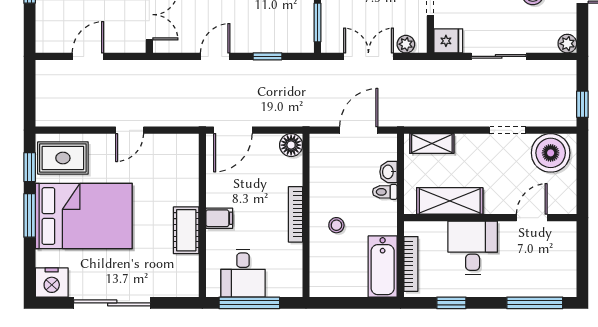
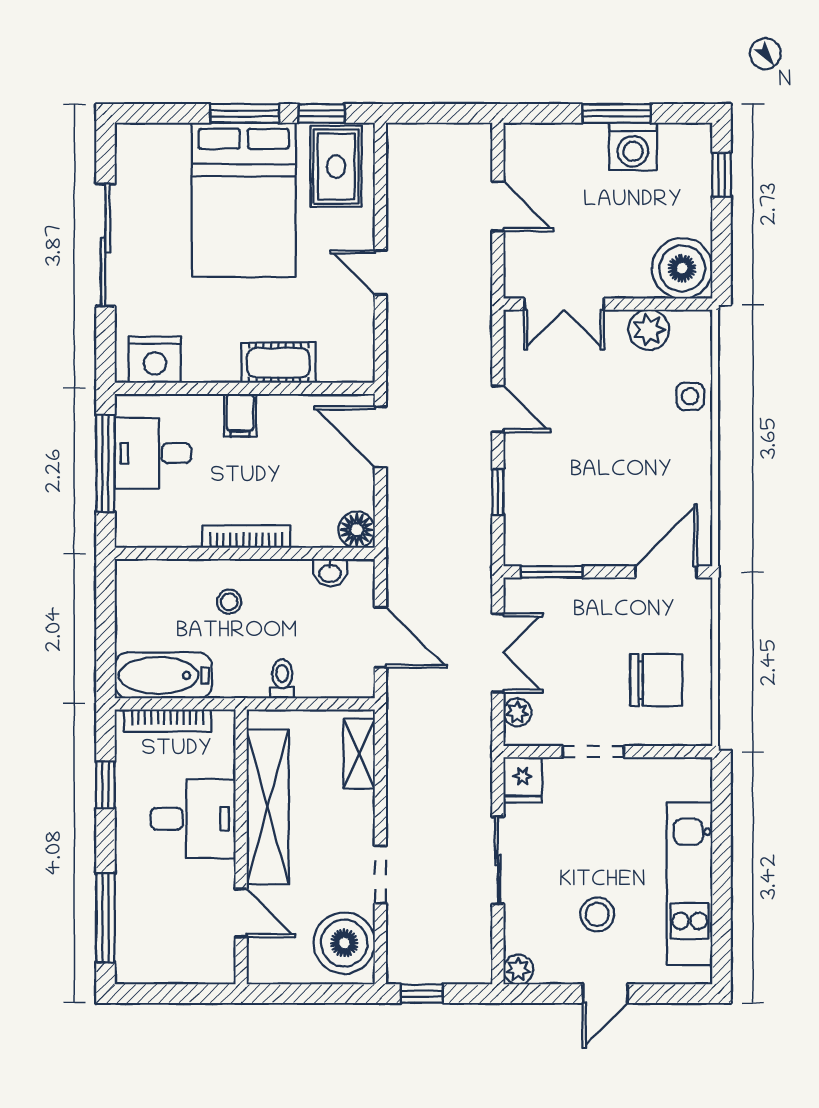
washbasin: (388, 172) -> (330, 573), moved, turned 180
shelving: (450, 201) -> (268, 807), width x1.47
cot: (186, 230) -> (278, 363), moved
nightstand: (52, 282) -> (155, 360), moved, turned -90

